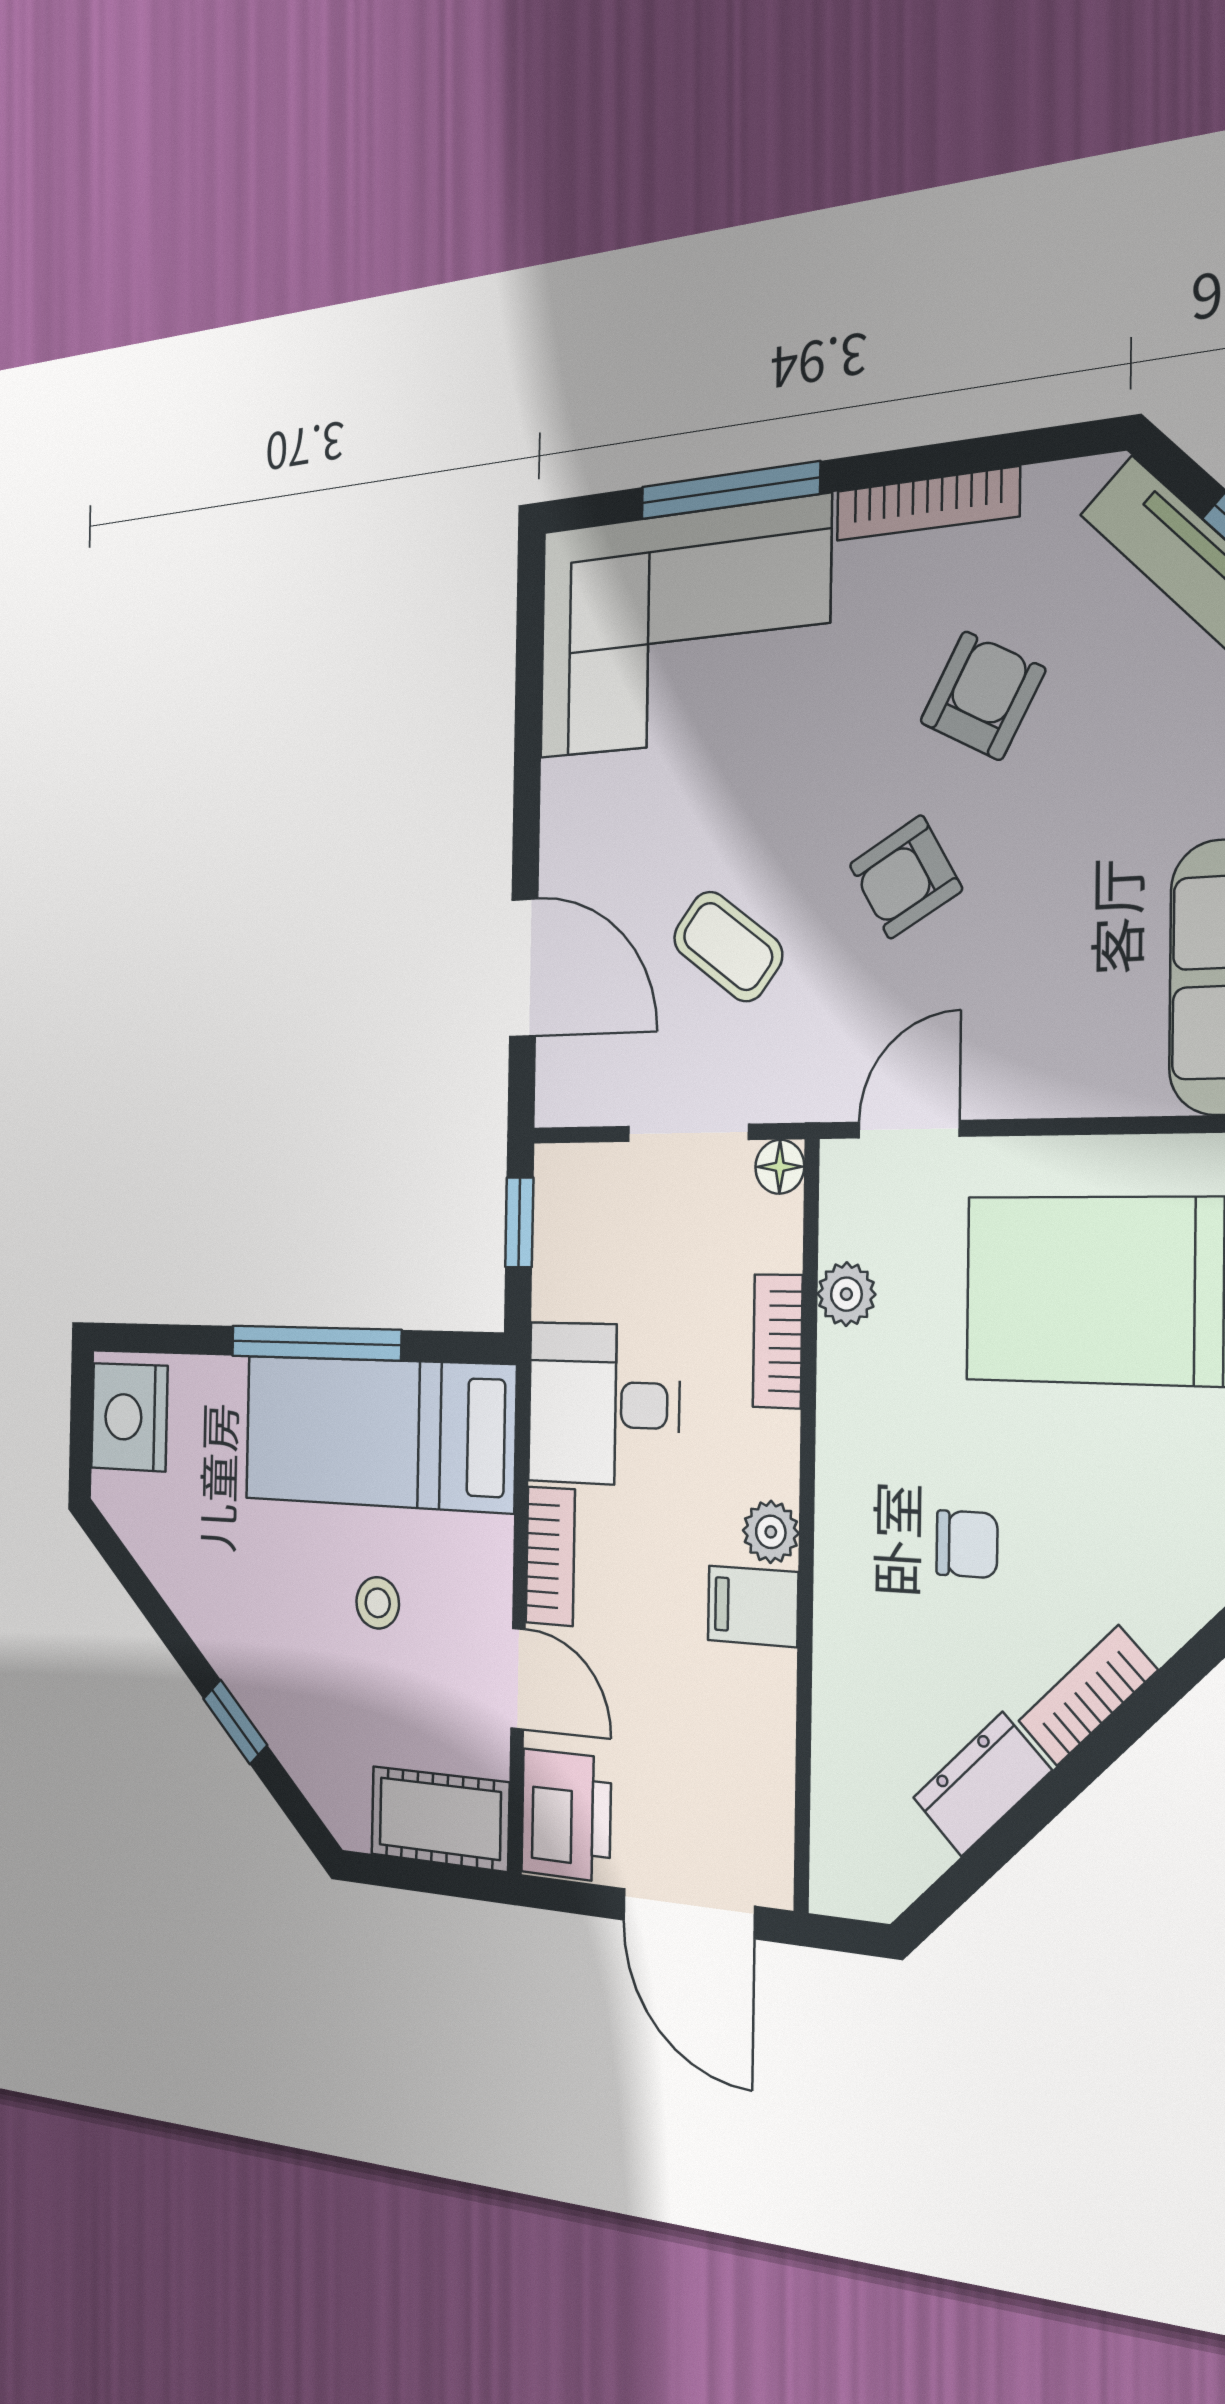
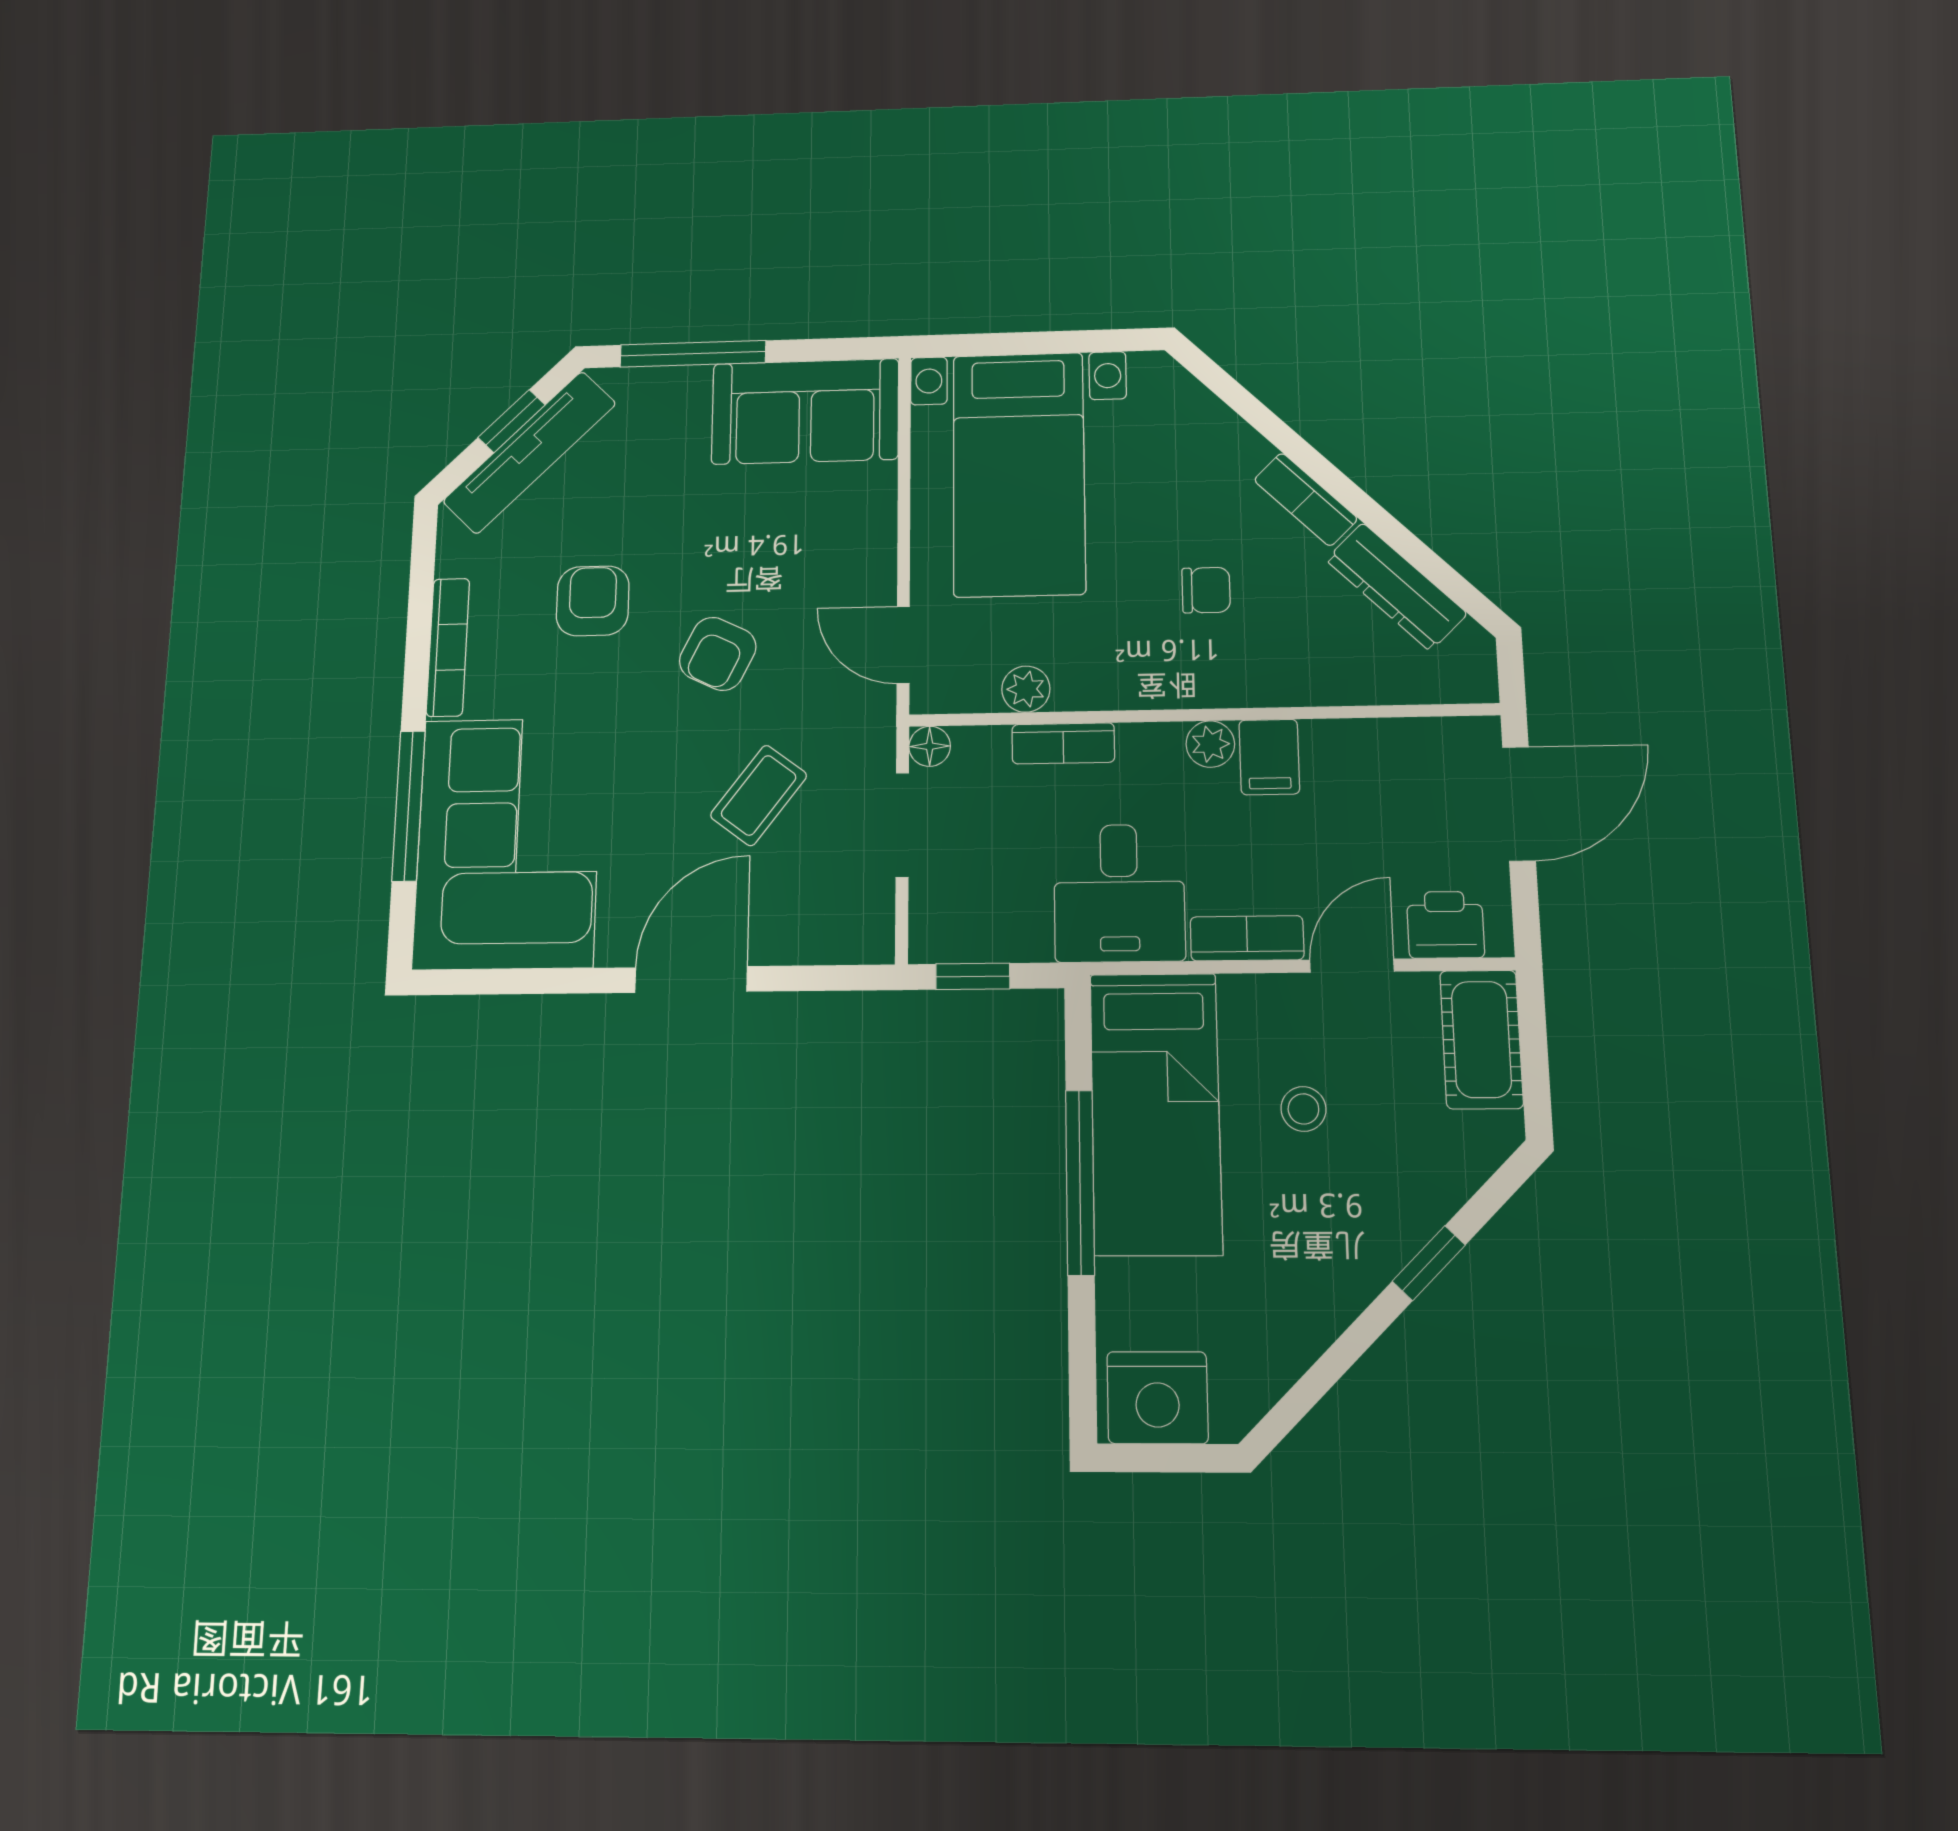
armchair: (983, 696) -> (593, 601), turned 62
armchair: (906, 877) -> (718, 654), turned 56
door: (524, 968) -> (691, 980), moved
chair: (967, 1544) -> (1206, 590), turned 90
dresser: (982, 1784) -> (1396, 587), width x1.44
printer: (566, 1815) -> (1445, 925), width x0.73, depth x0.81

